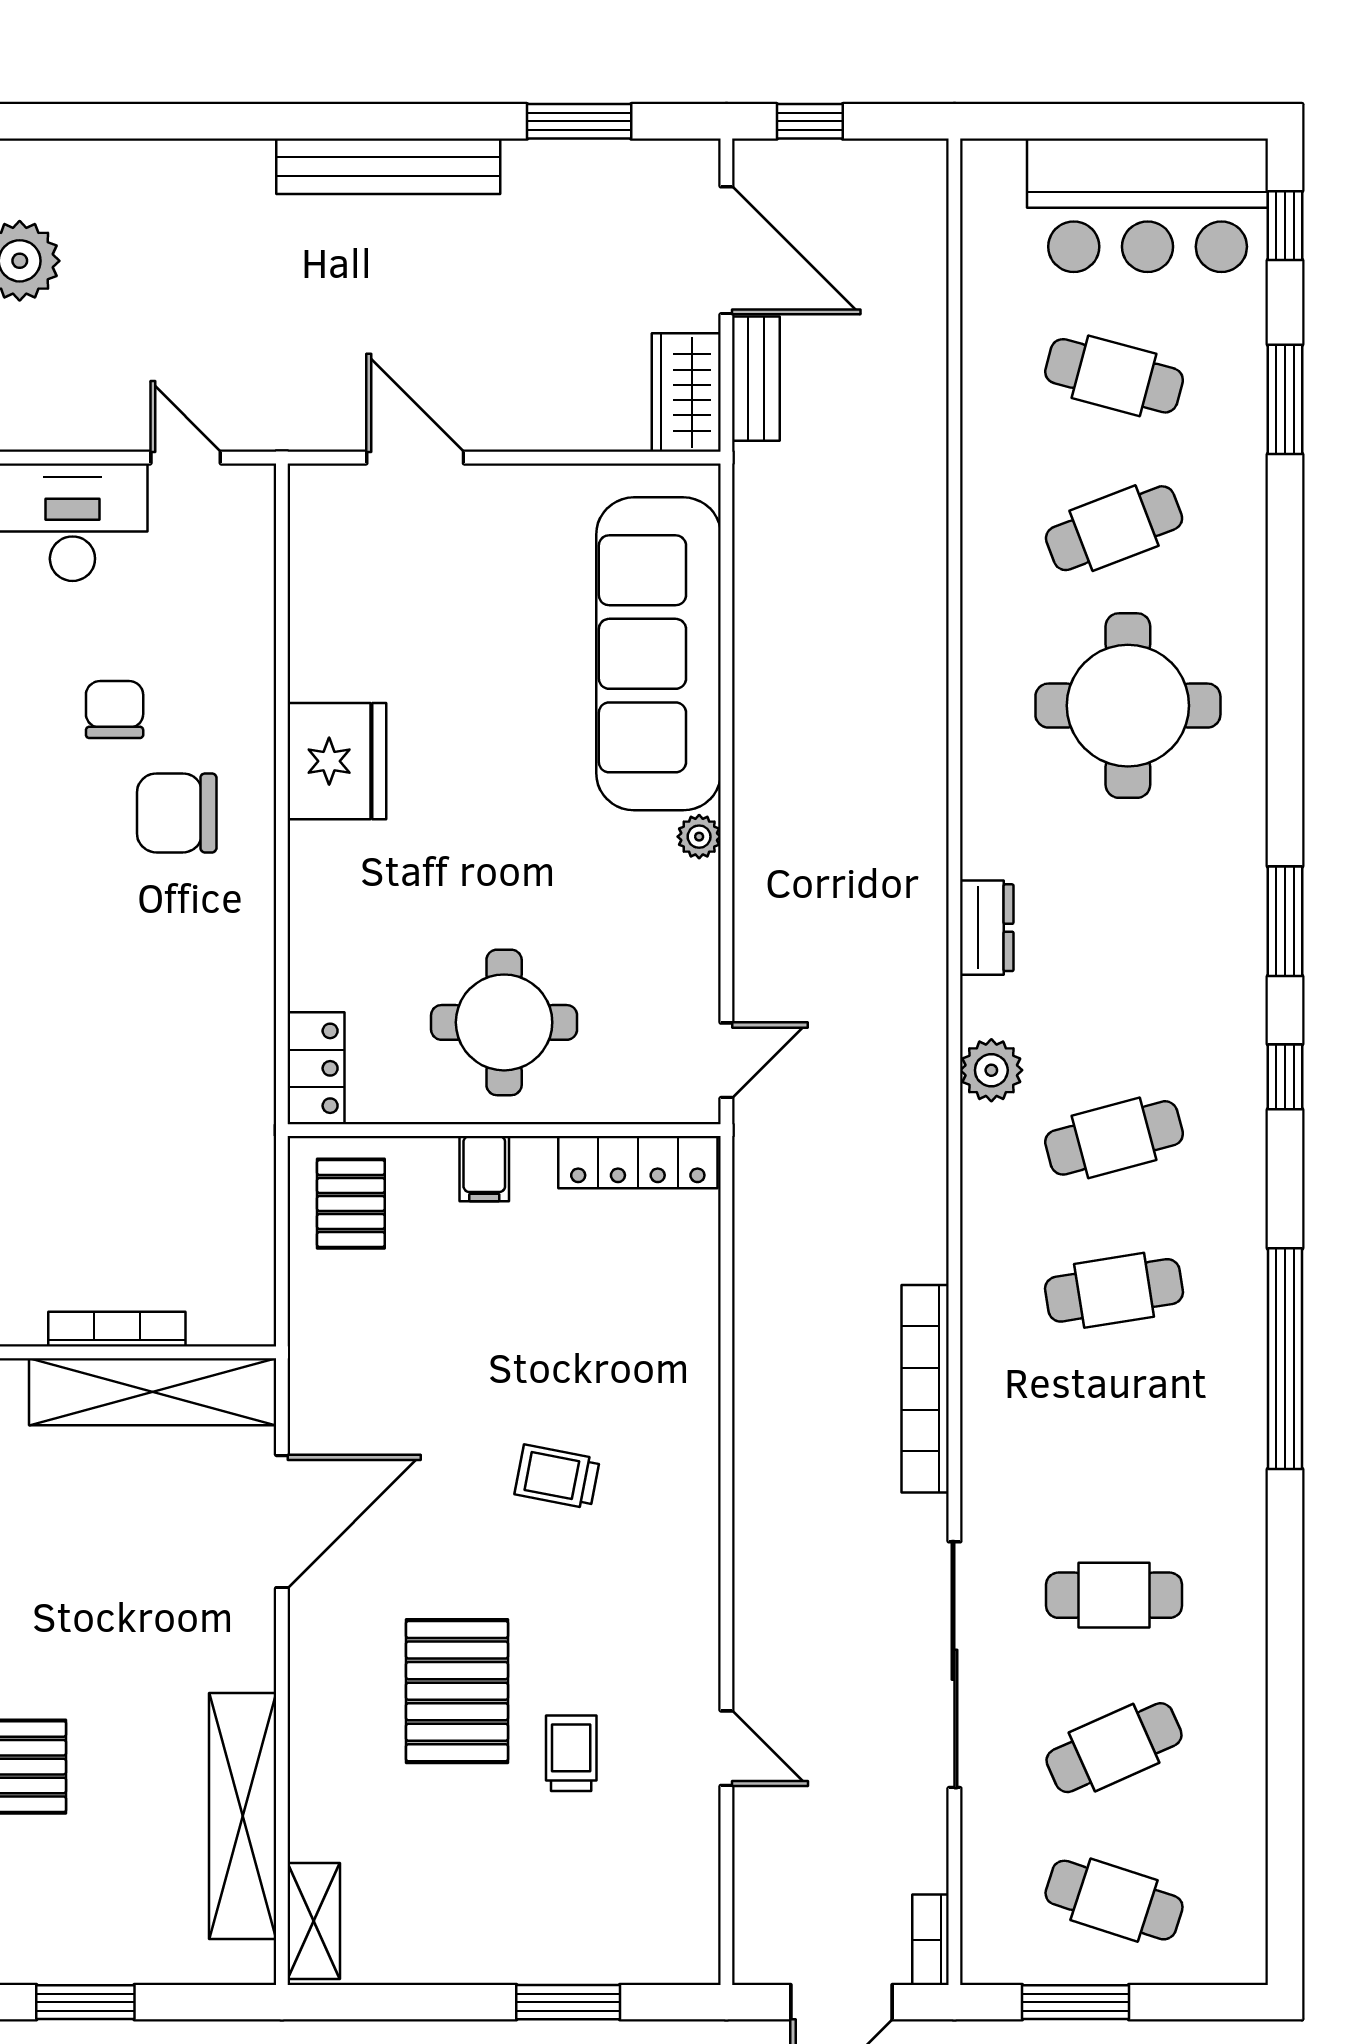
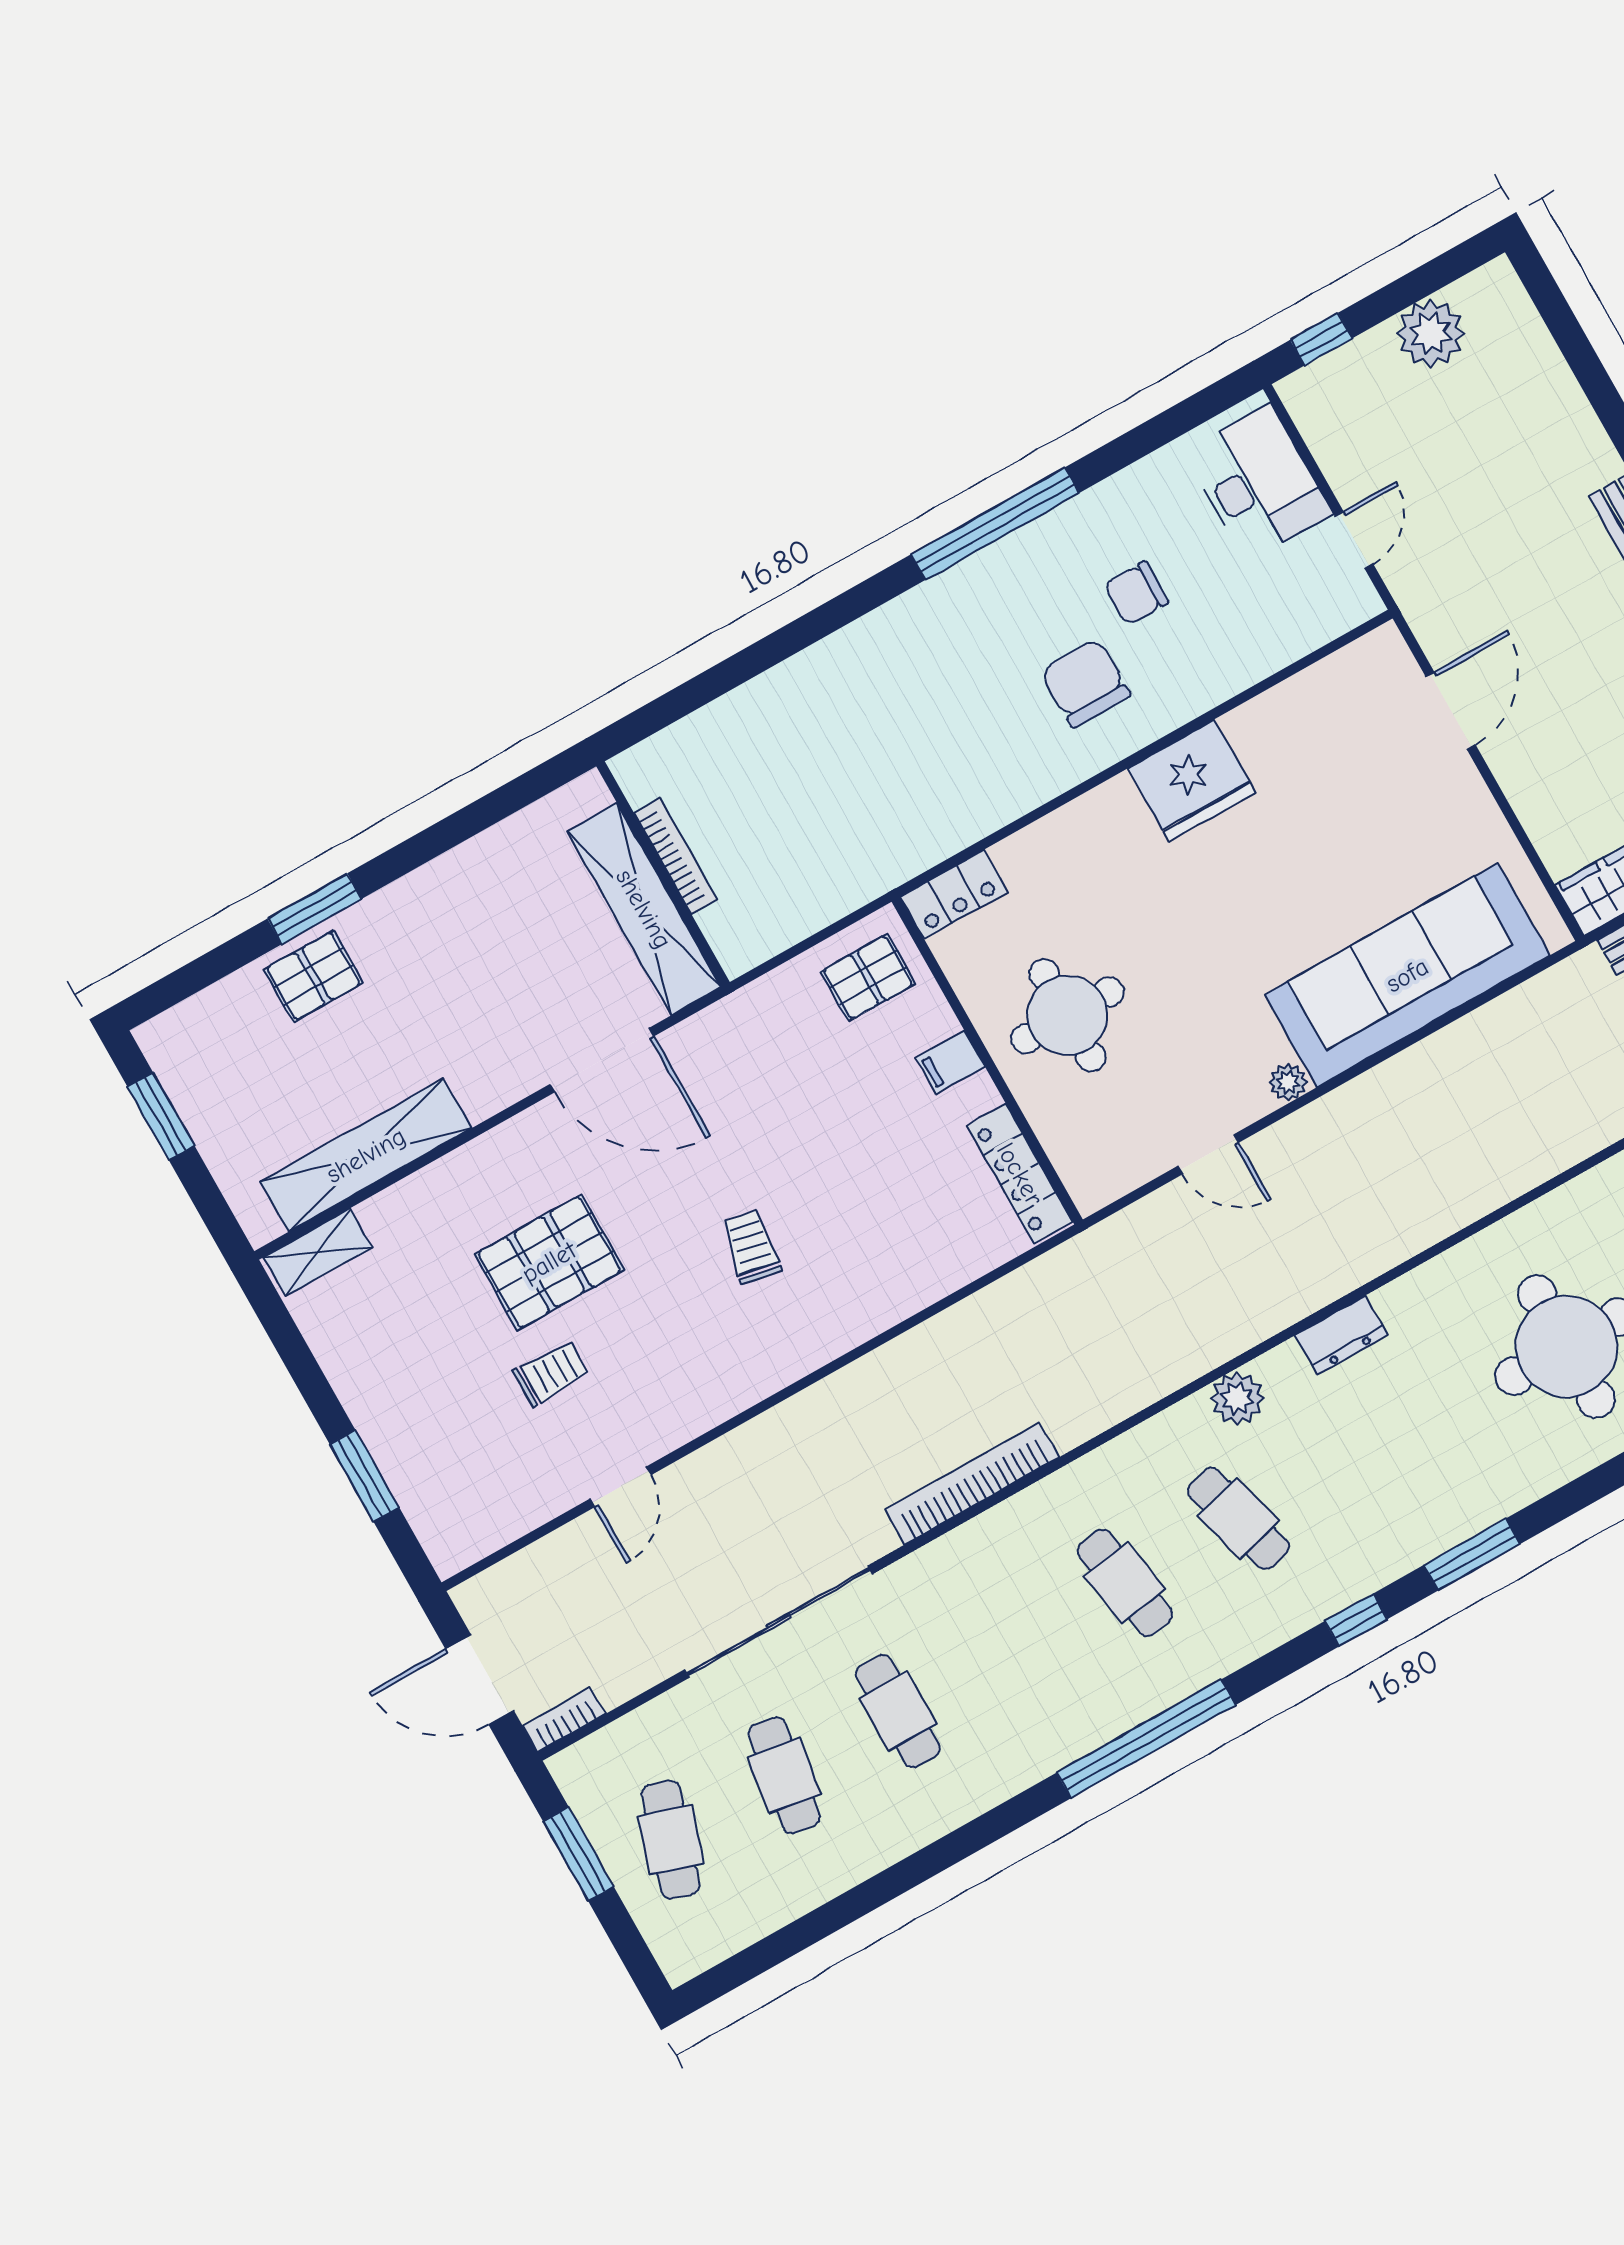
chair: (115, 710) -> (1136, 593), turned 180
door: (726, 1060) -> (1208, 1154), moved
cafe table: (1114, 1748) -> (784, 1775), turned 33

